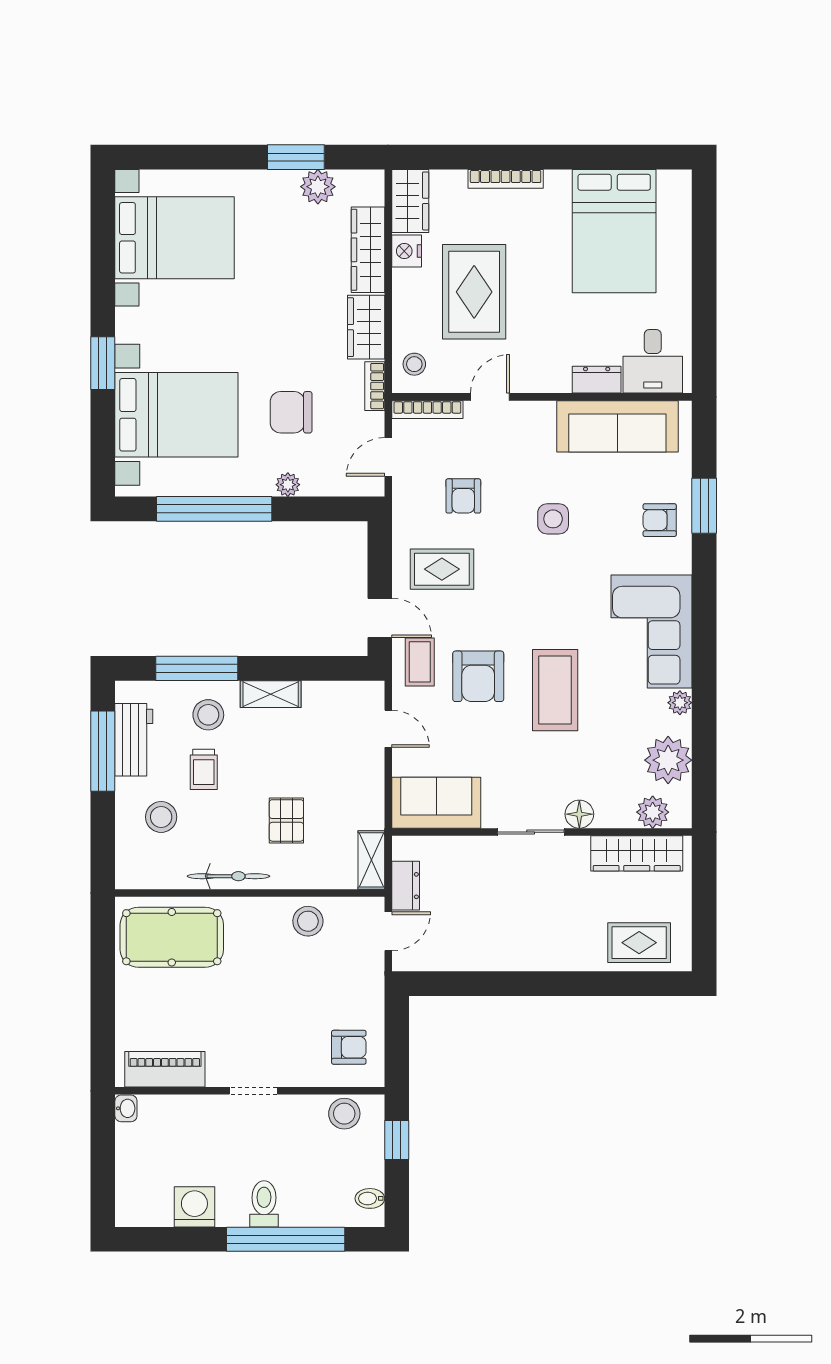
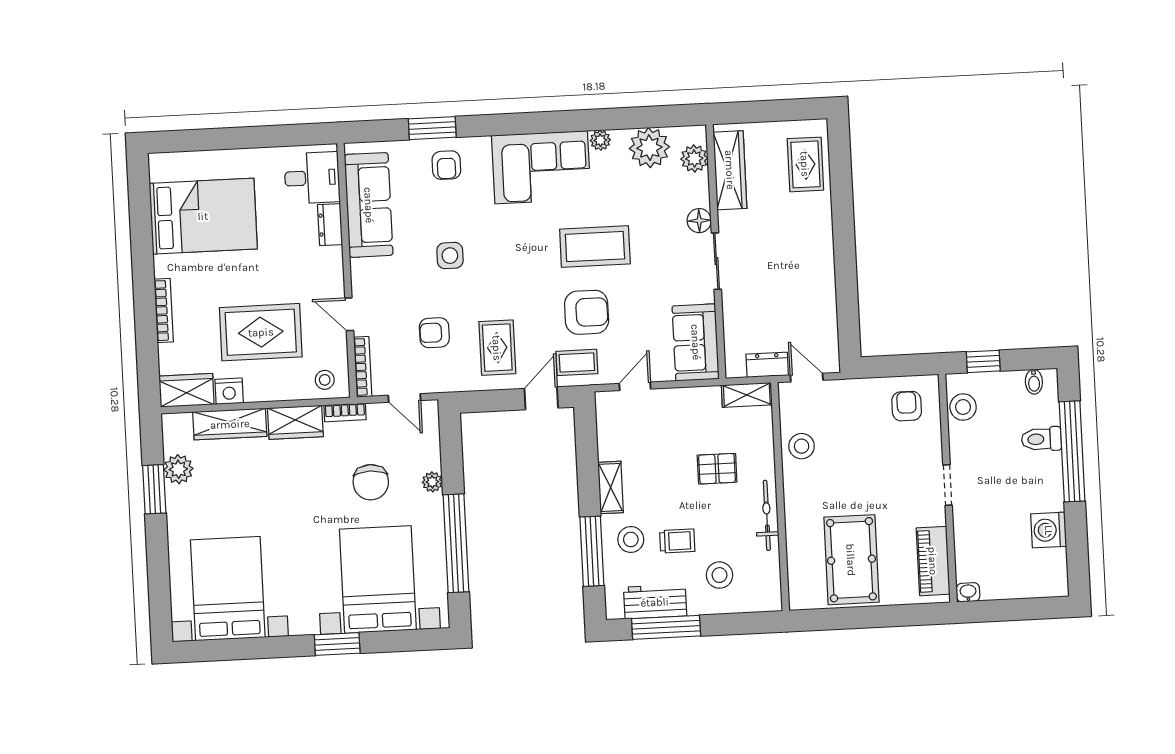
armchair: (463, 496) -> (434, 333), turned 180
pool table: (172, 937) -> (851, 560), moved
toilet: (264, 1204) -> (1041, 439), moved

